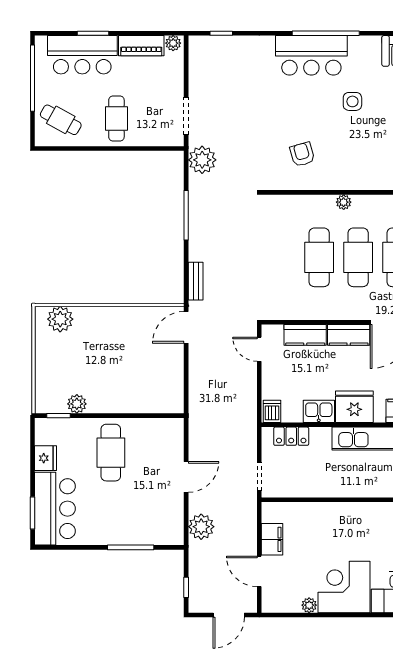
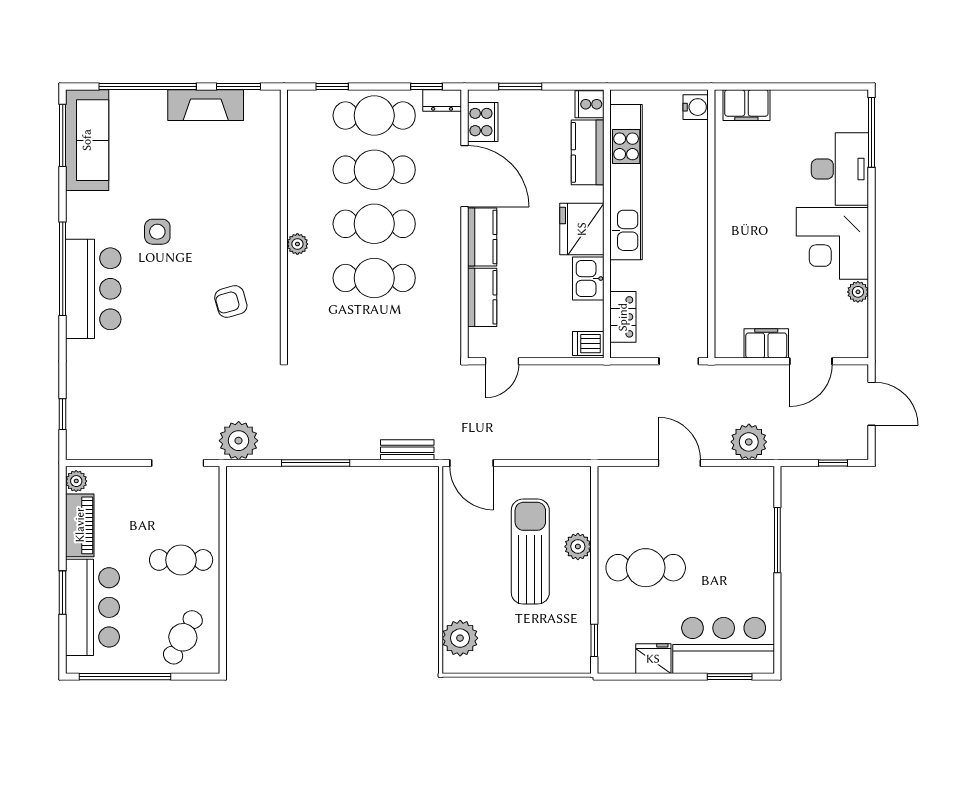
sun lounger: (122, 370) -> (530, 552), added
plant: (77, 404) -> (578, 547), moved

